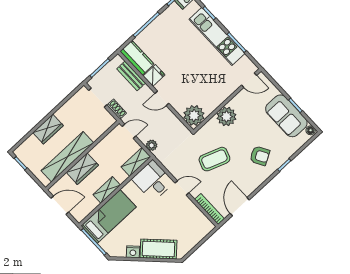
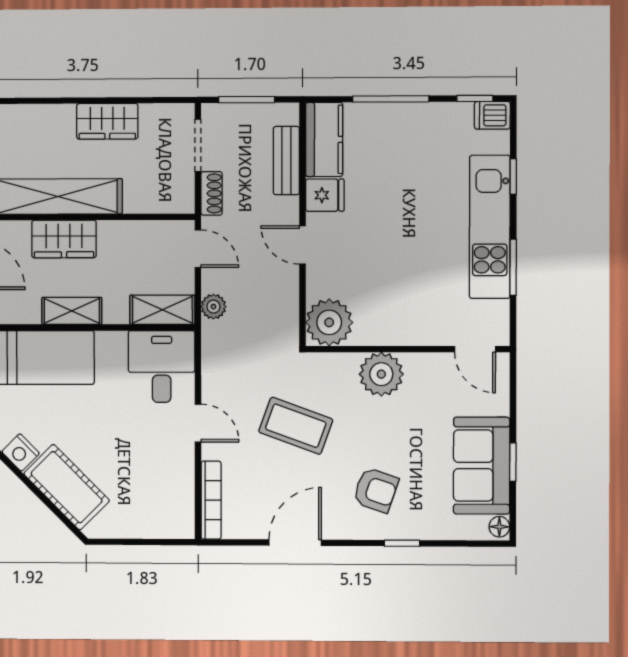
wardrobe: (48, 129) -> (107, 121), moved
armchair: (260, 156) -> (376, 490), turned -41
door: (240, 207) -> (295, 543), moved

